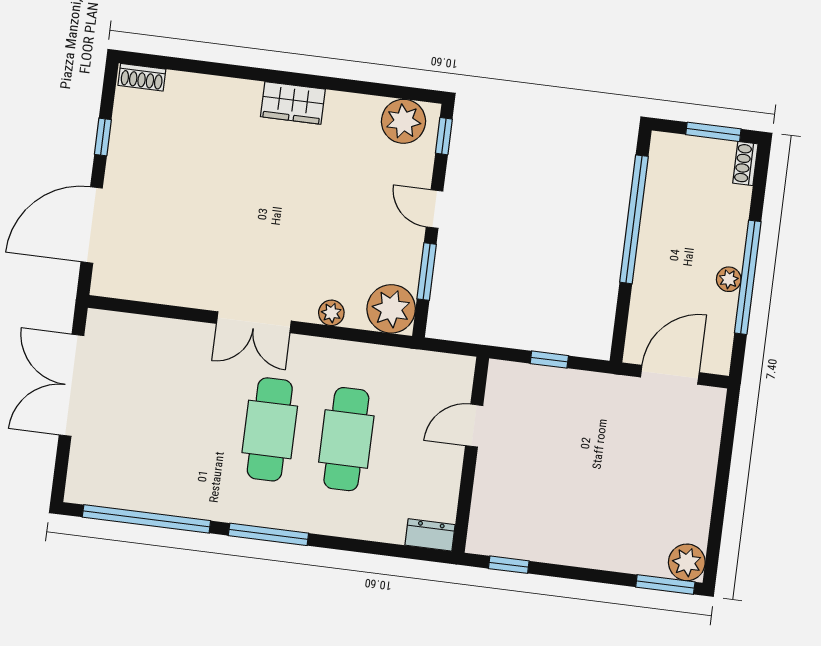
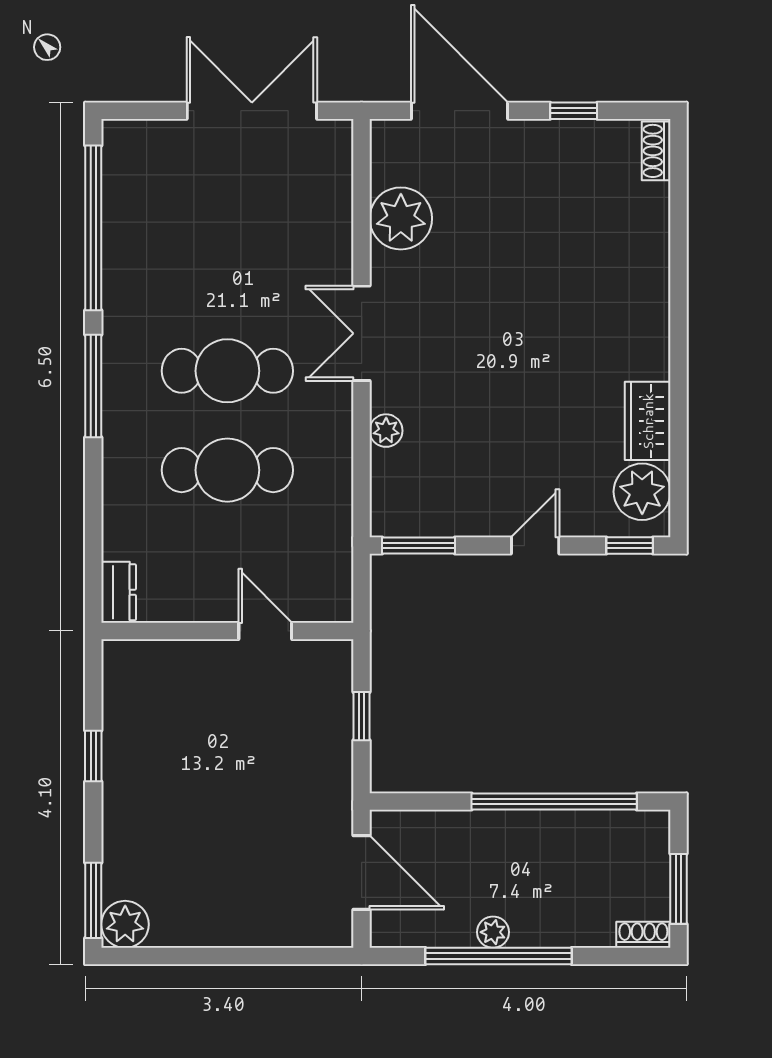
wardrobe: (293, 103) -> (648, 421), moved
window: (427, 272) -> (419, 546), moved
plant: (391, 309) -> (401, 218), moved
window: (509, 565) -> (93, 756), moved

